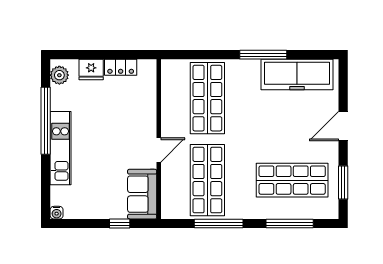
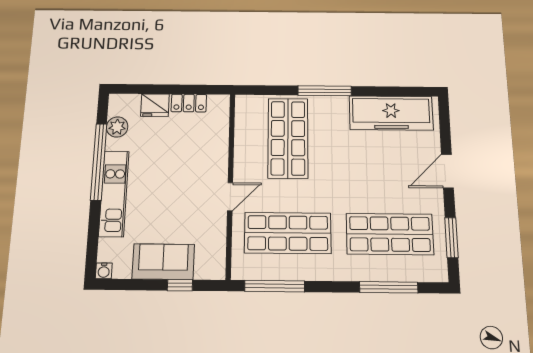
window: (263, 55) -> (325, 91), moved
plant: (59, 75) -> (117, 127), moved
shop shelf: (207, 180) -> (288, 233), turned 90
sofa: (142, 194) -> (163, 262), moved, turned 90
window: (219, 224) -> (275, 286), moved

